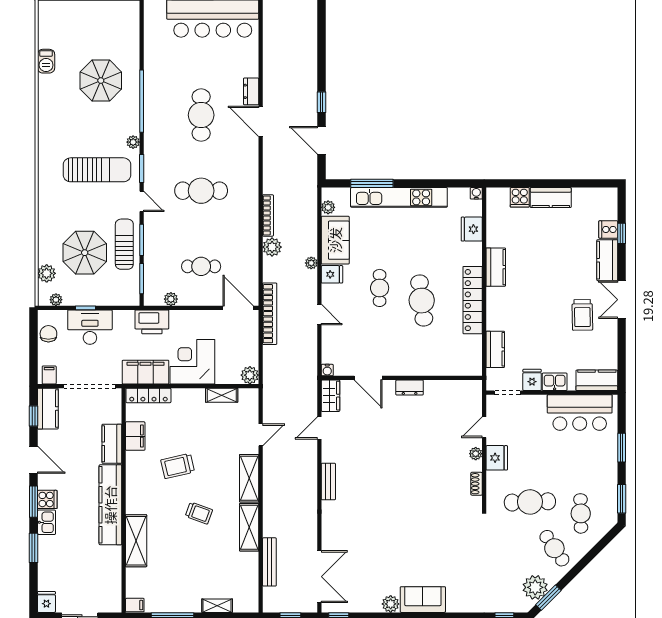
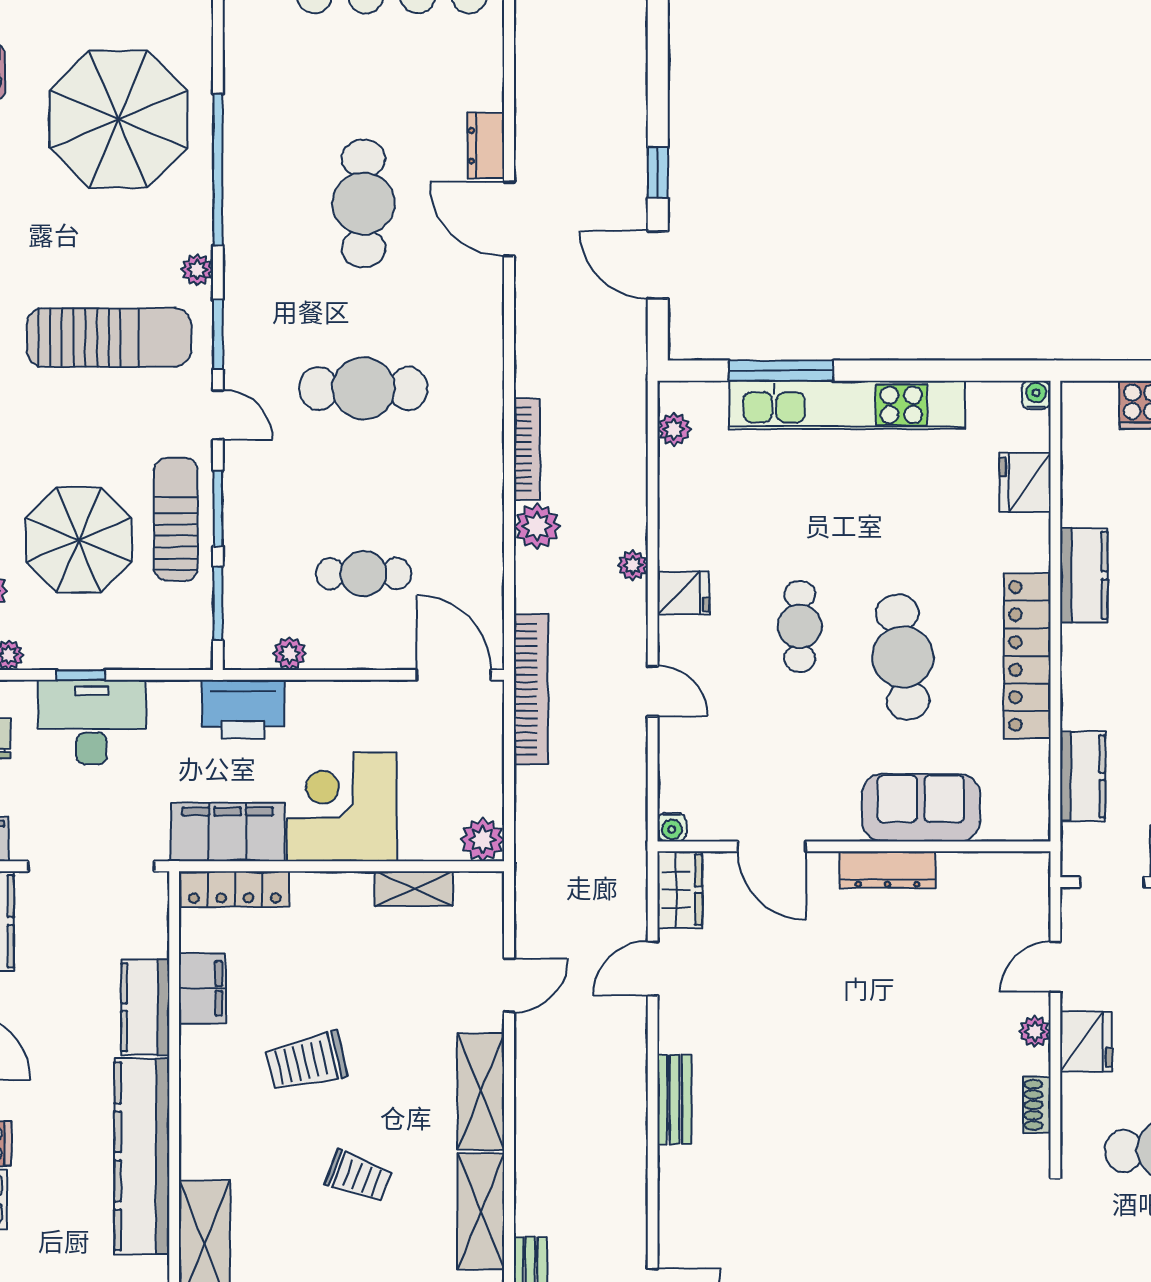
parasol: (101, 81) -> (118, 119), width x1.36, depth x1.36
sofa: (335, 240) -> (921, 808), moved, turned -90
dresser: (410, 388) -> (887, 870), width x1.44

